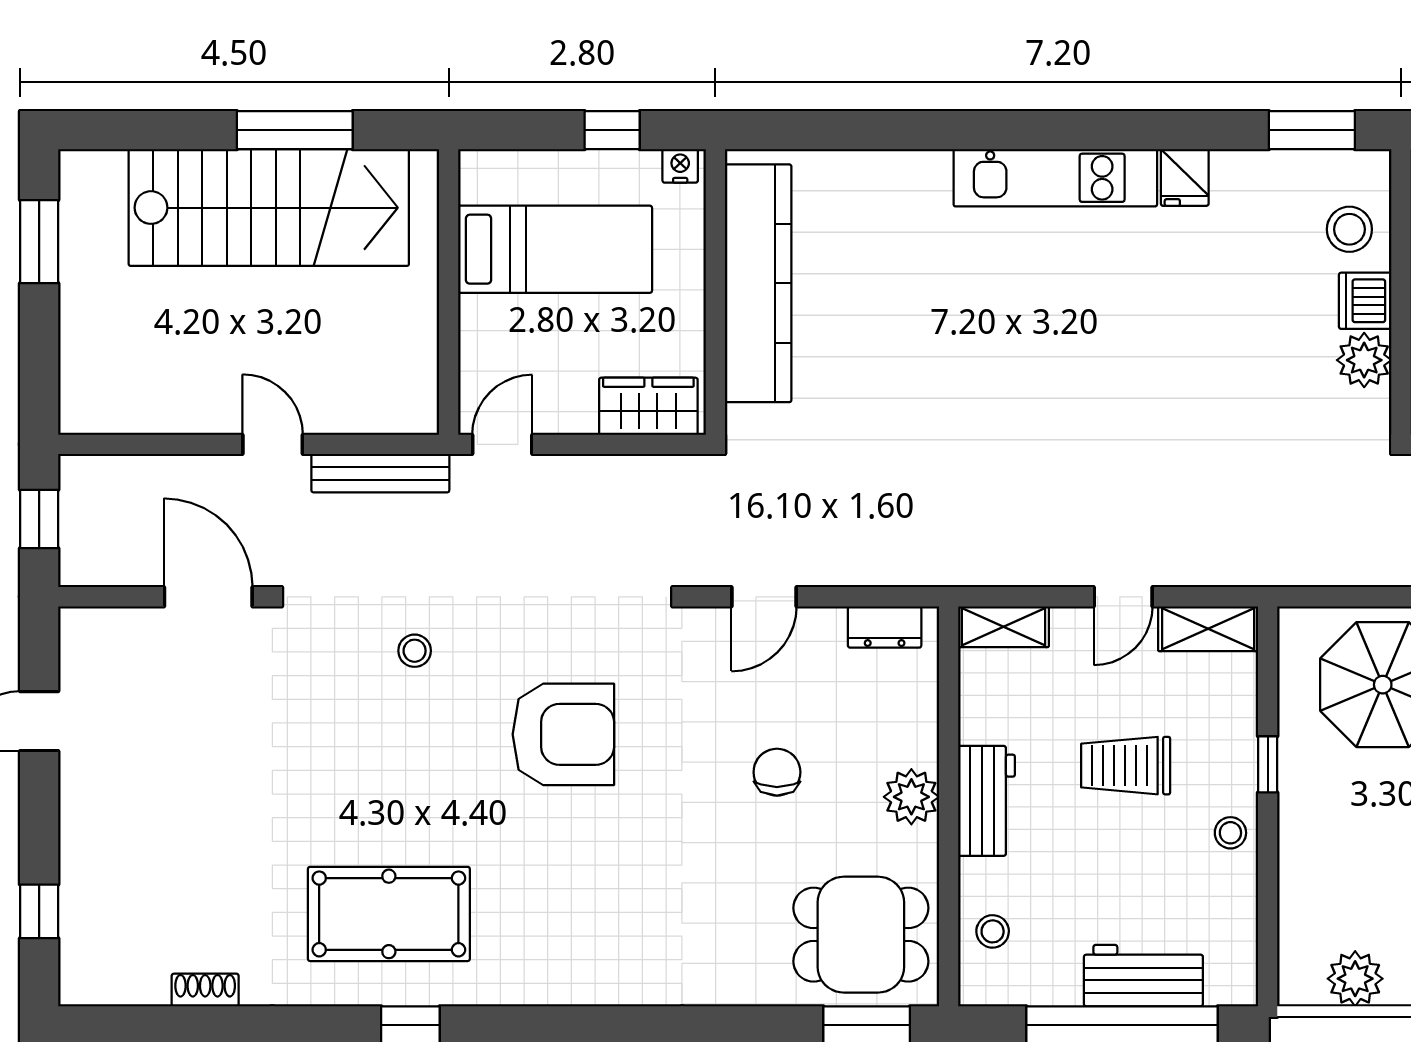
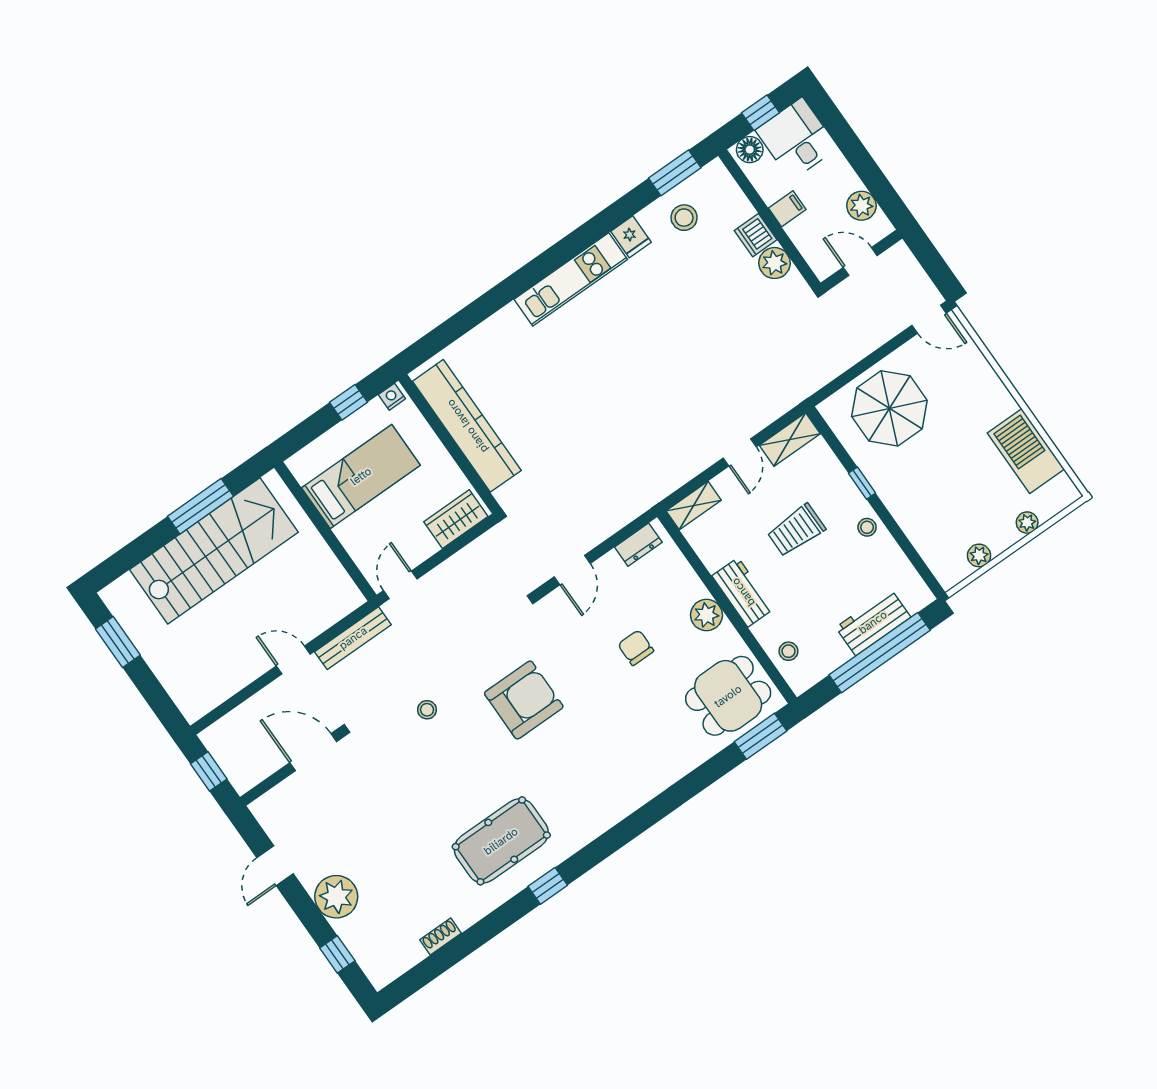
stool: (1349, 229) -> (684, 218), moved
plant: (96, 828) -> (336, 897), added
plant: (1355, 979) -> (979, 555), width x0.73, depth x0.73

